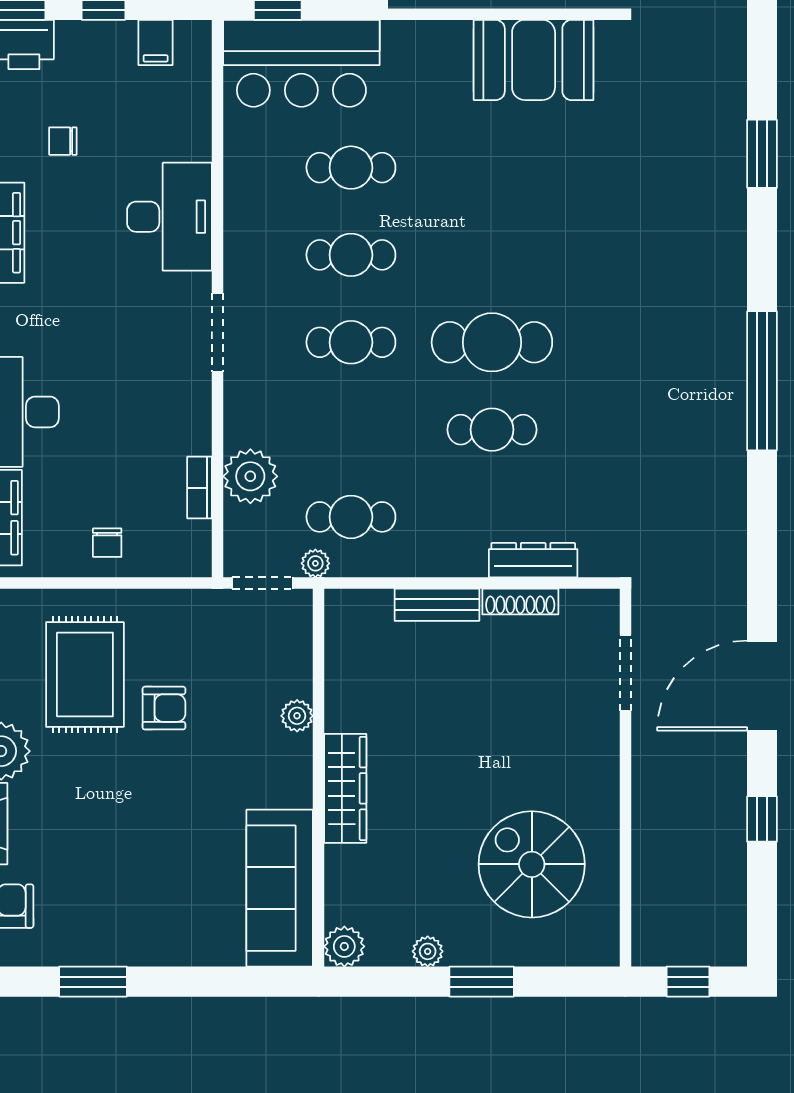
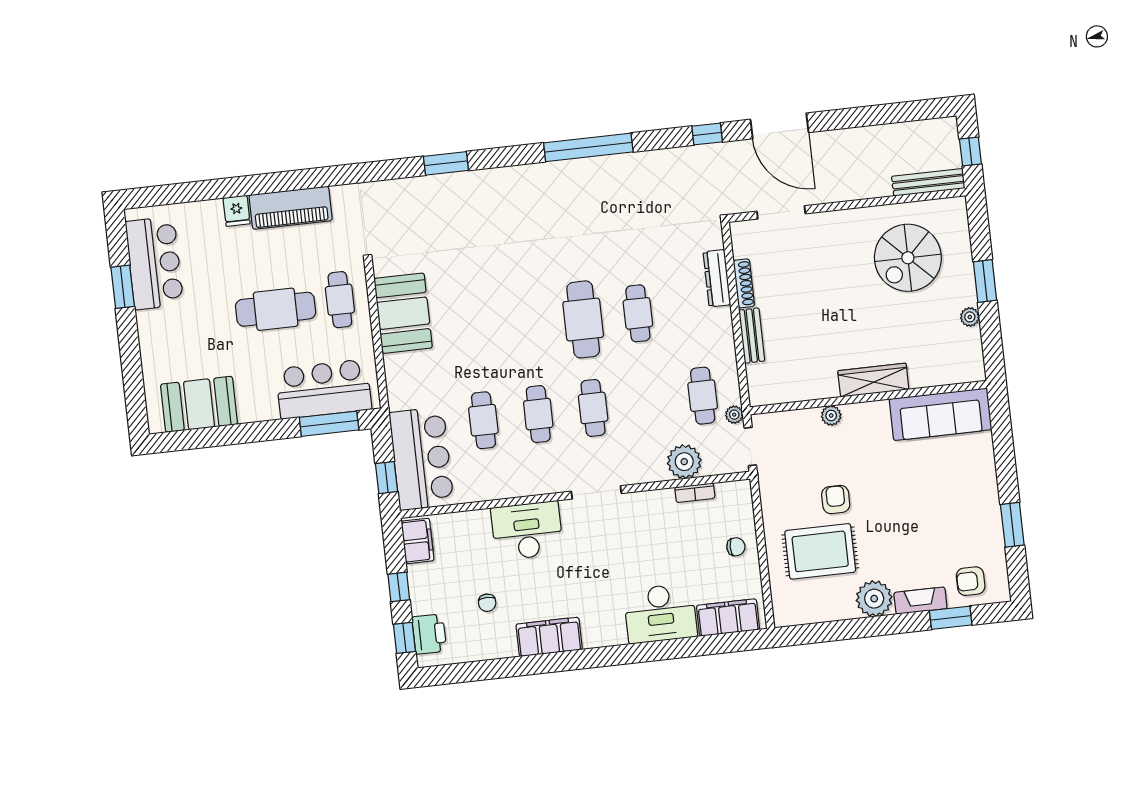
filing cabinet: (156, 43) -> (418, 541), width x2.00
window: (762, 819) -> (707, 134), moved
bench: (647, 910) -> (928, 182), added
plant: (344, 946) -> (973, 370), removed

